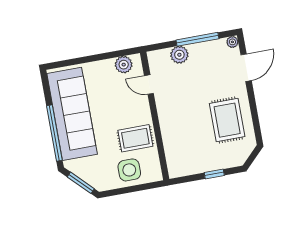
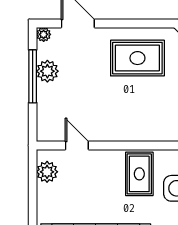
plant: (179, 55) -> (47, 71), moved
door: (149, 85) -> (77, 145), swing flipped

